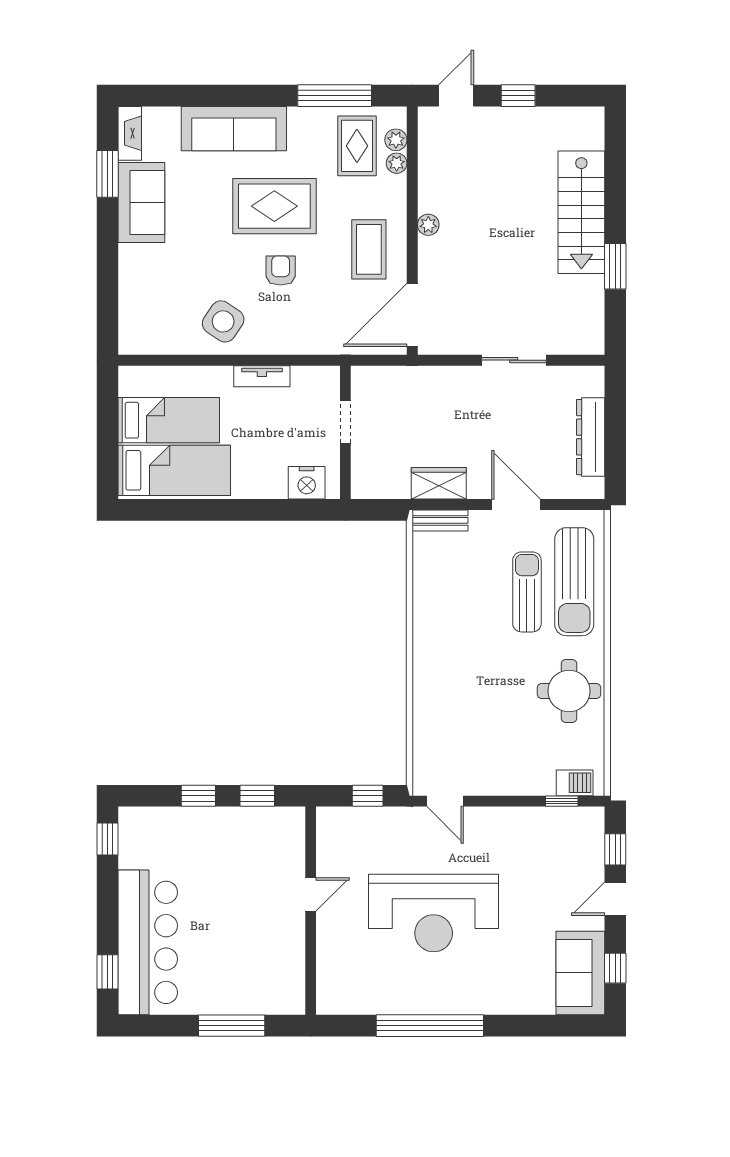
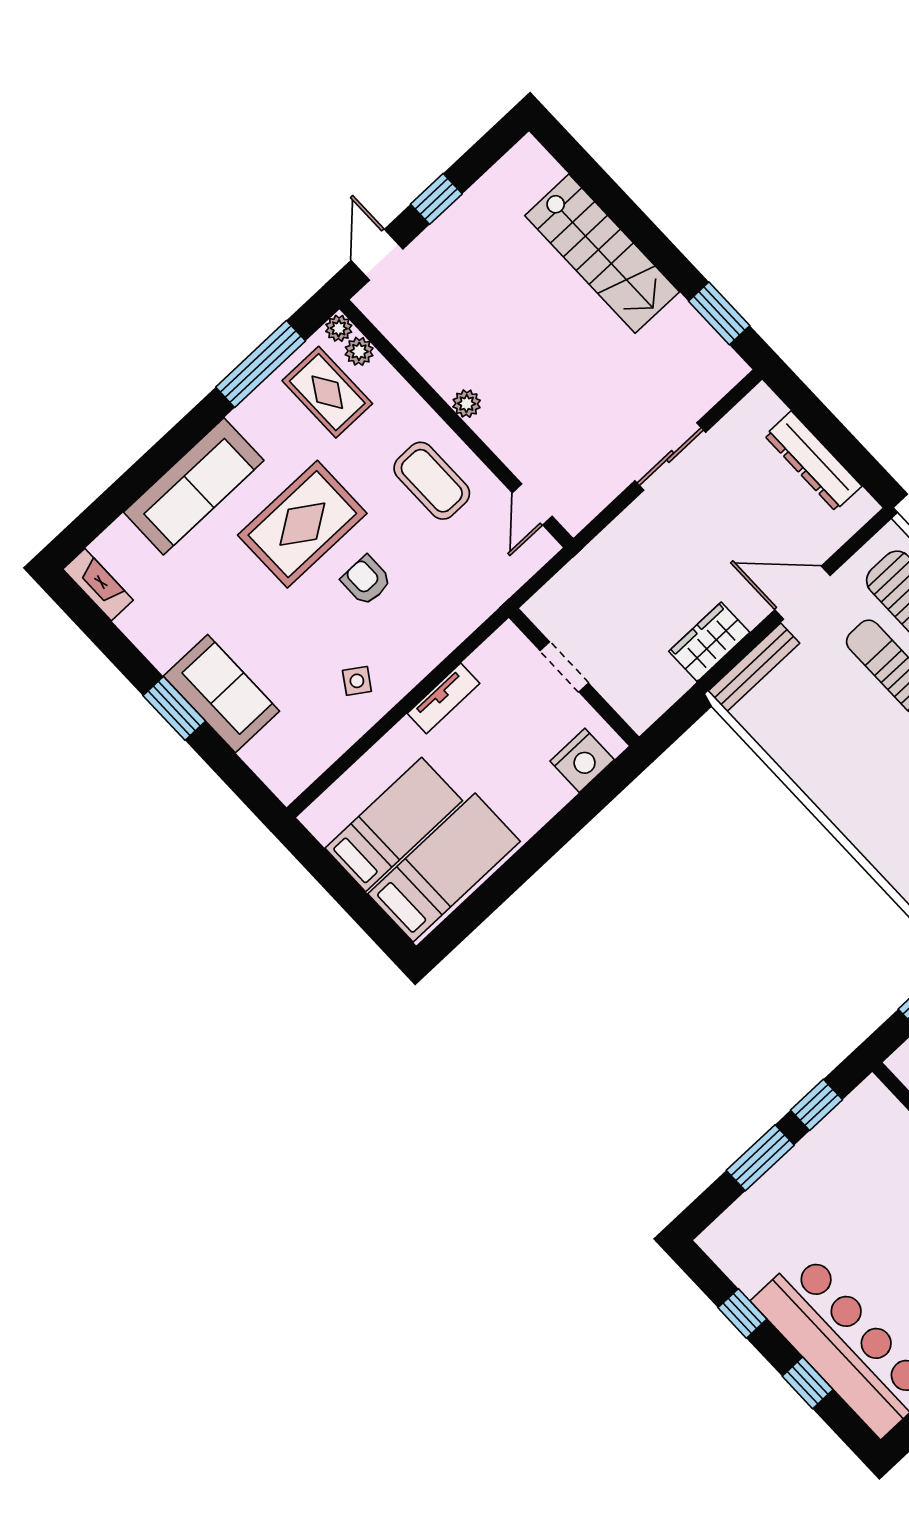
plant: (397, 163) -> (339, 328), moved
window: (107, 174) -> (174, 708), moved
sofa: (141, 203) -> (221, 694), moved
window: (615, 266) -> (719, 313), moved
door: (412, 315) -> (532, 504), width x0.53
side table: (223, 321) -> (357, 681), width x0.54, depth x0.54
bench: (440, 520) -> (754, 667), width x1.36
window: (198, 796) -> (760, 1158), width x1.50
window: (107, 839) -> (742, 1313), moved
window: (107, 972) -> (808, 1383), moved

